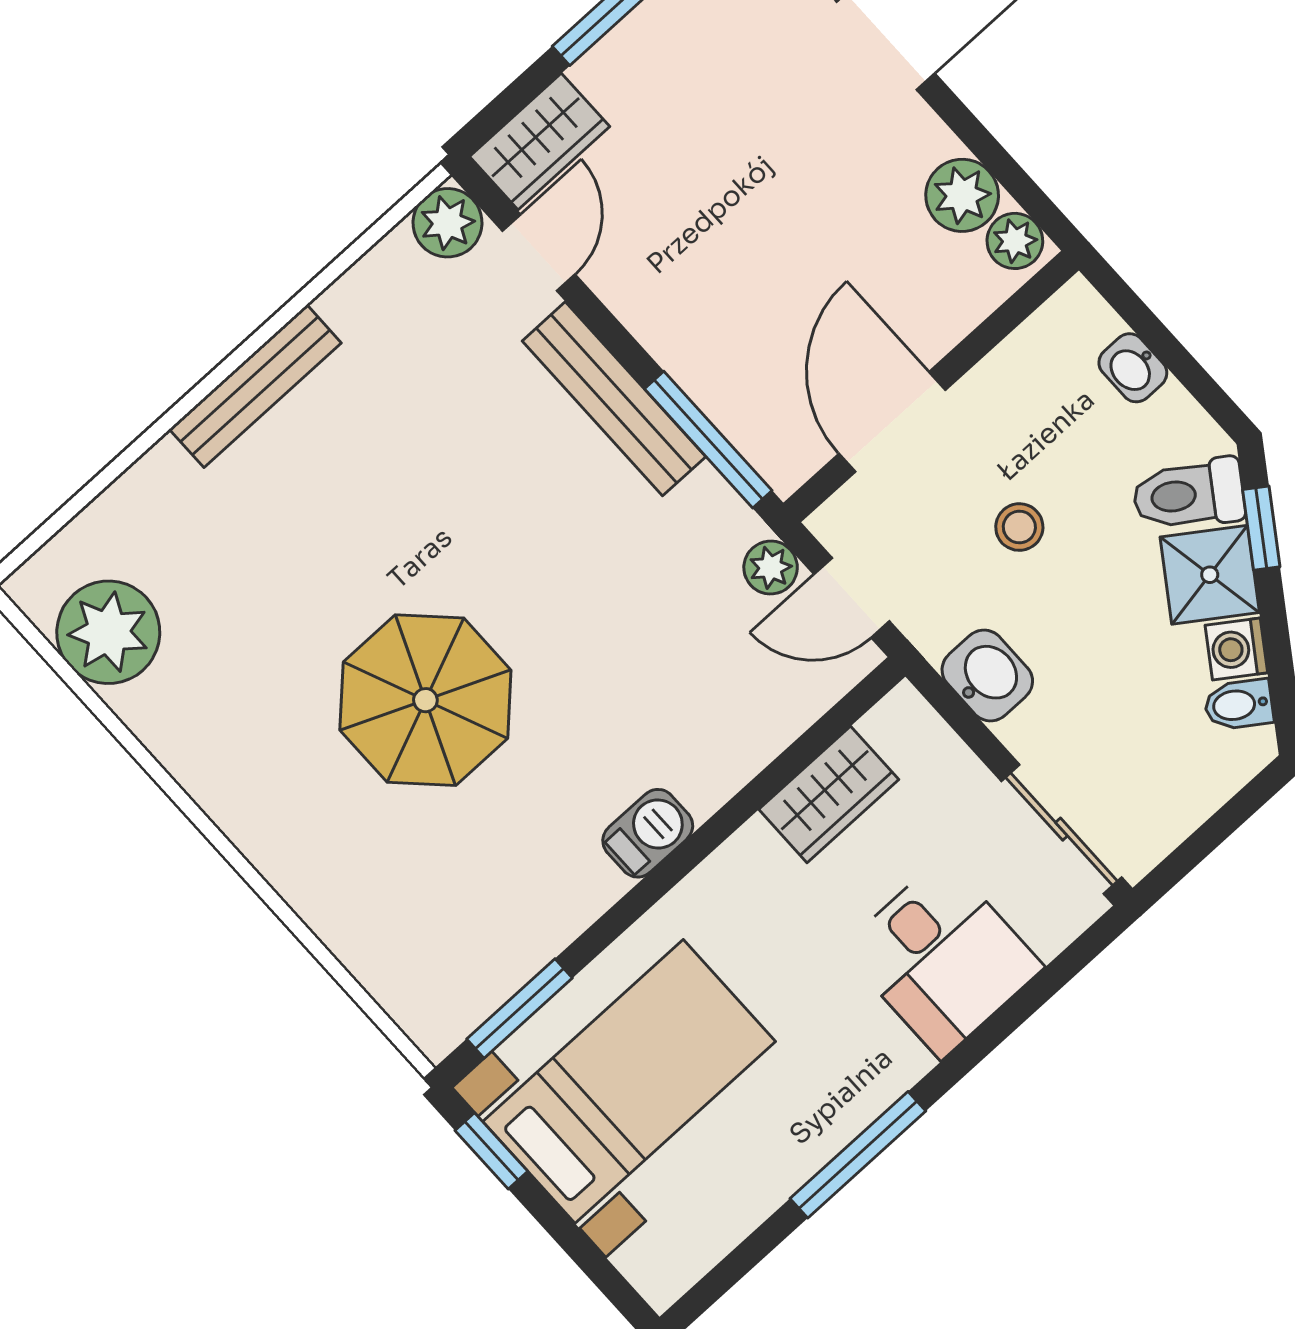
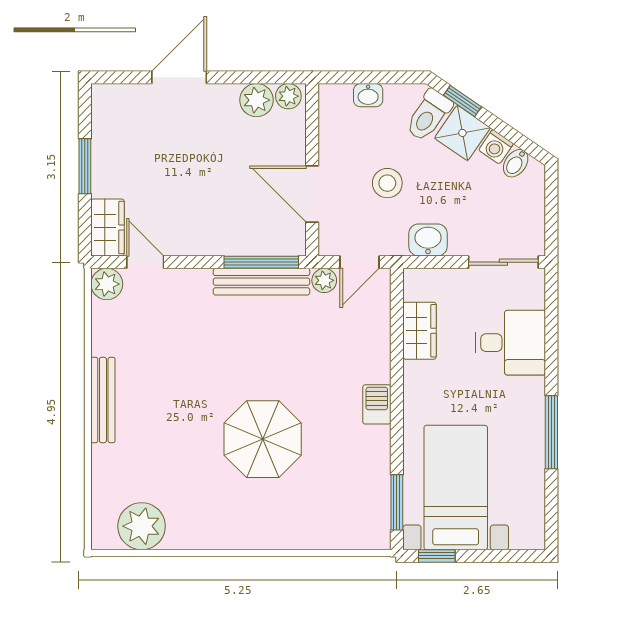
bench: (614, 399) -> (261, 282), moved
stool: (1019, 527) -> (387, 183), width x1.37, depth x1.37

